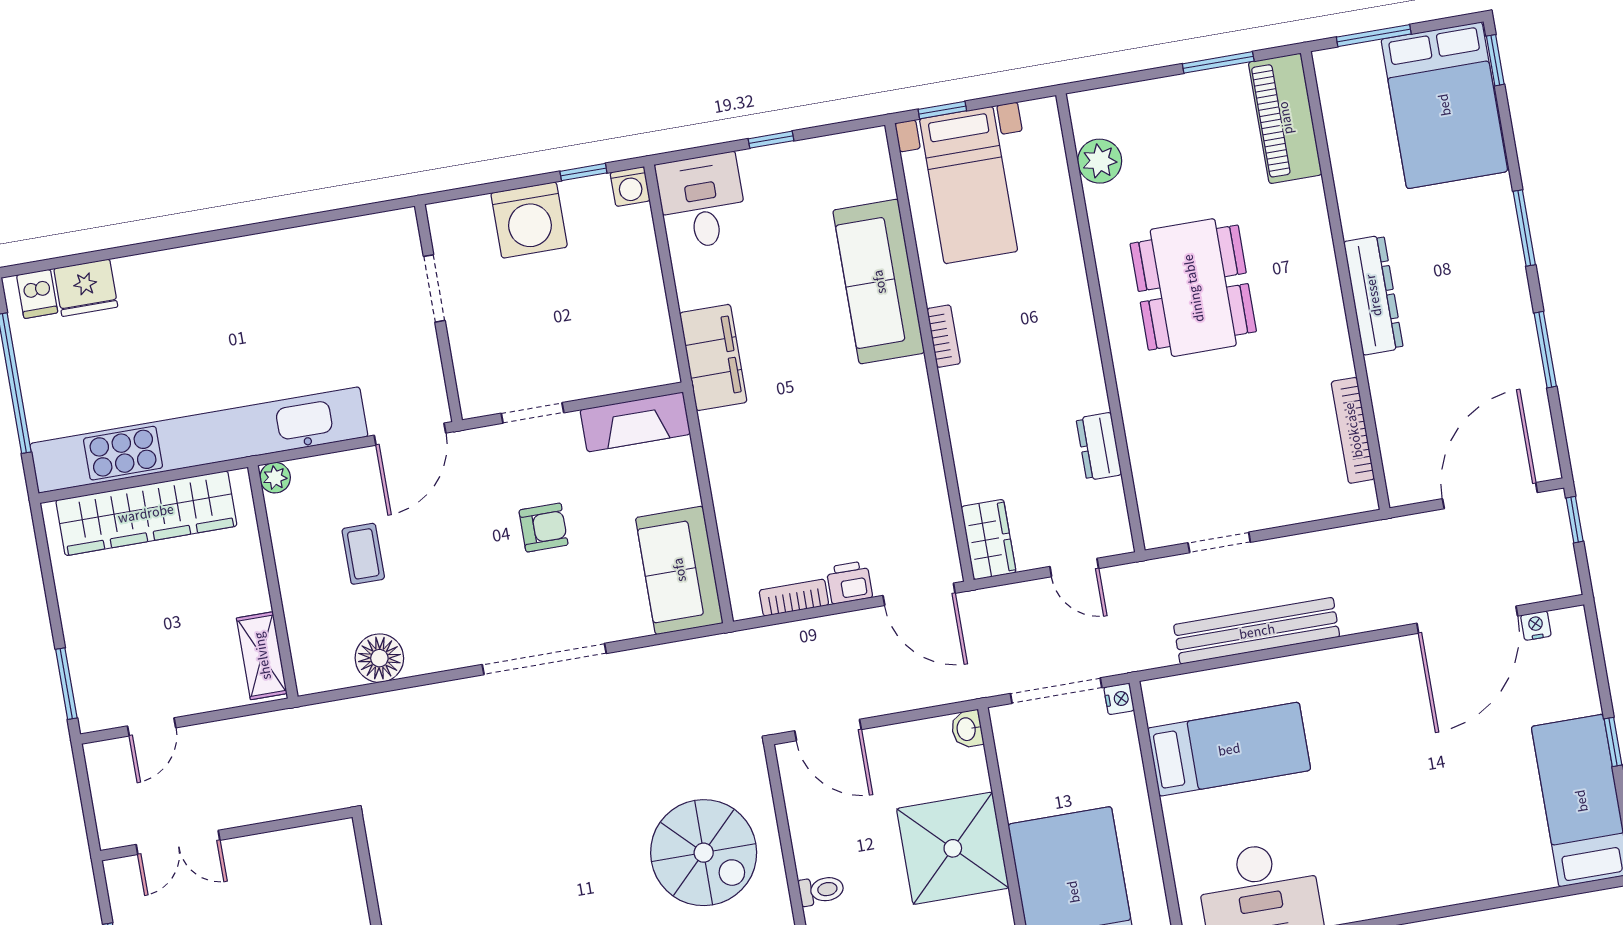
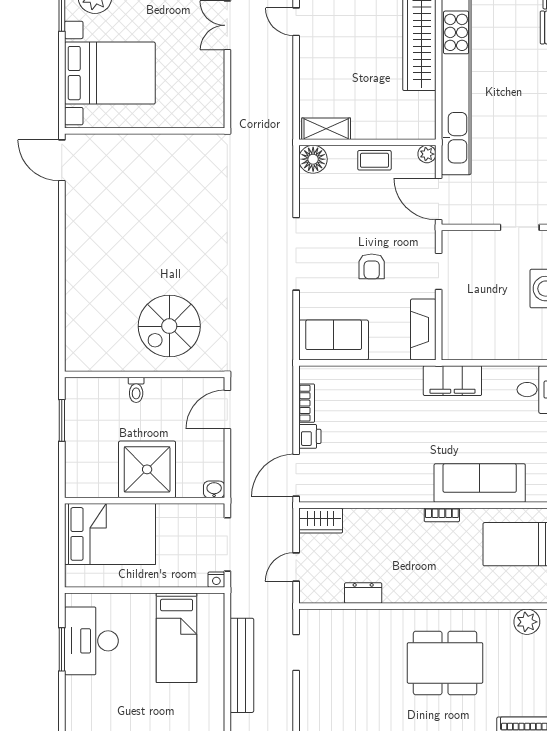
plant: (275, 478) -> (427, 154), moved
wall: (273, 582) -> (367, 142), moved
shelving: (262, 656) -> (326, 129), moved

